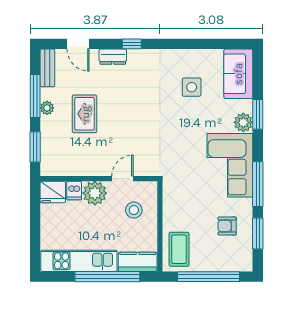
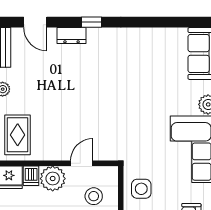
side table: (192, 87) -> (141, 189), moved
rug: (85, 114) -> (18, 135), moved

